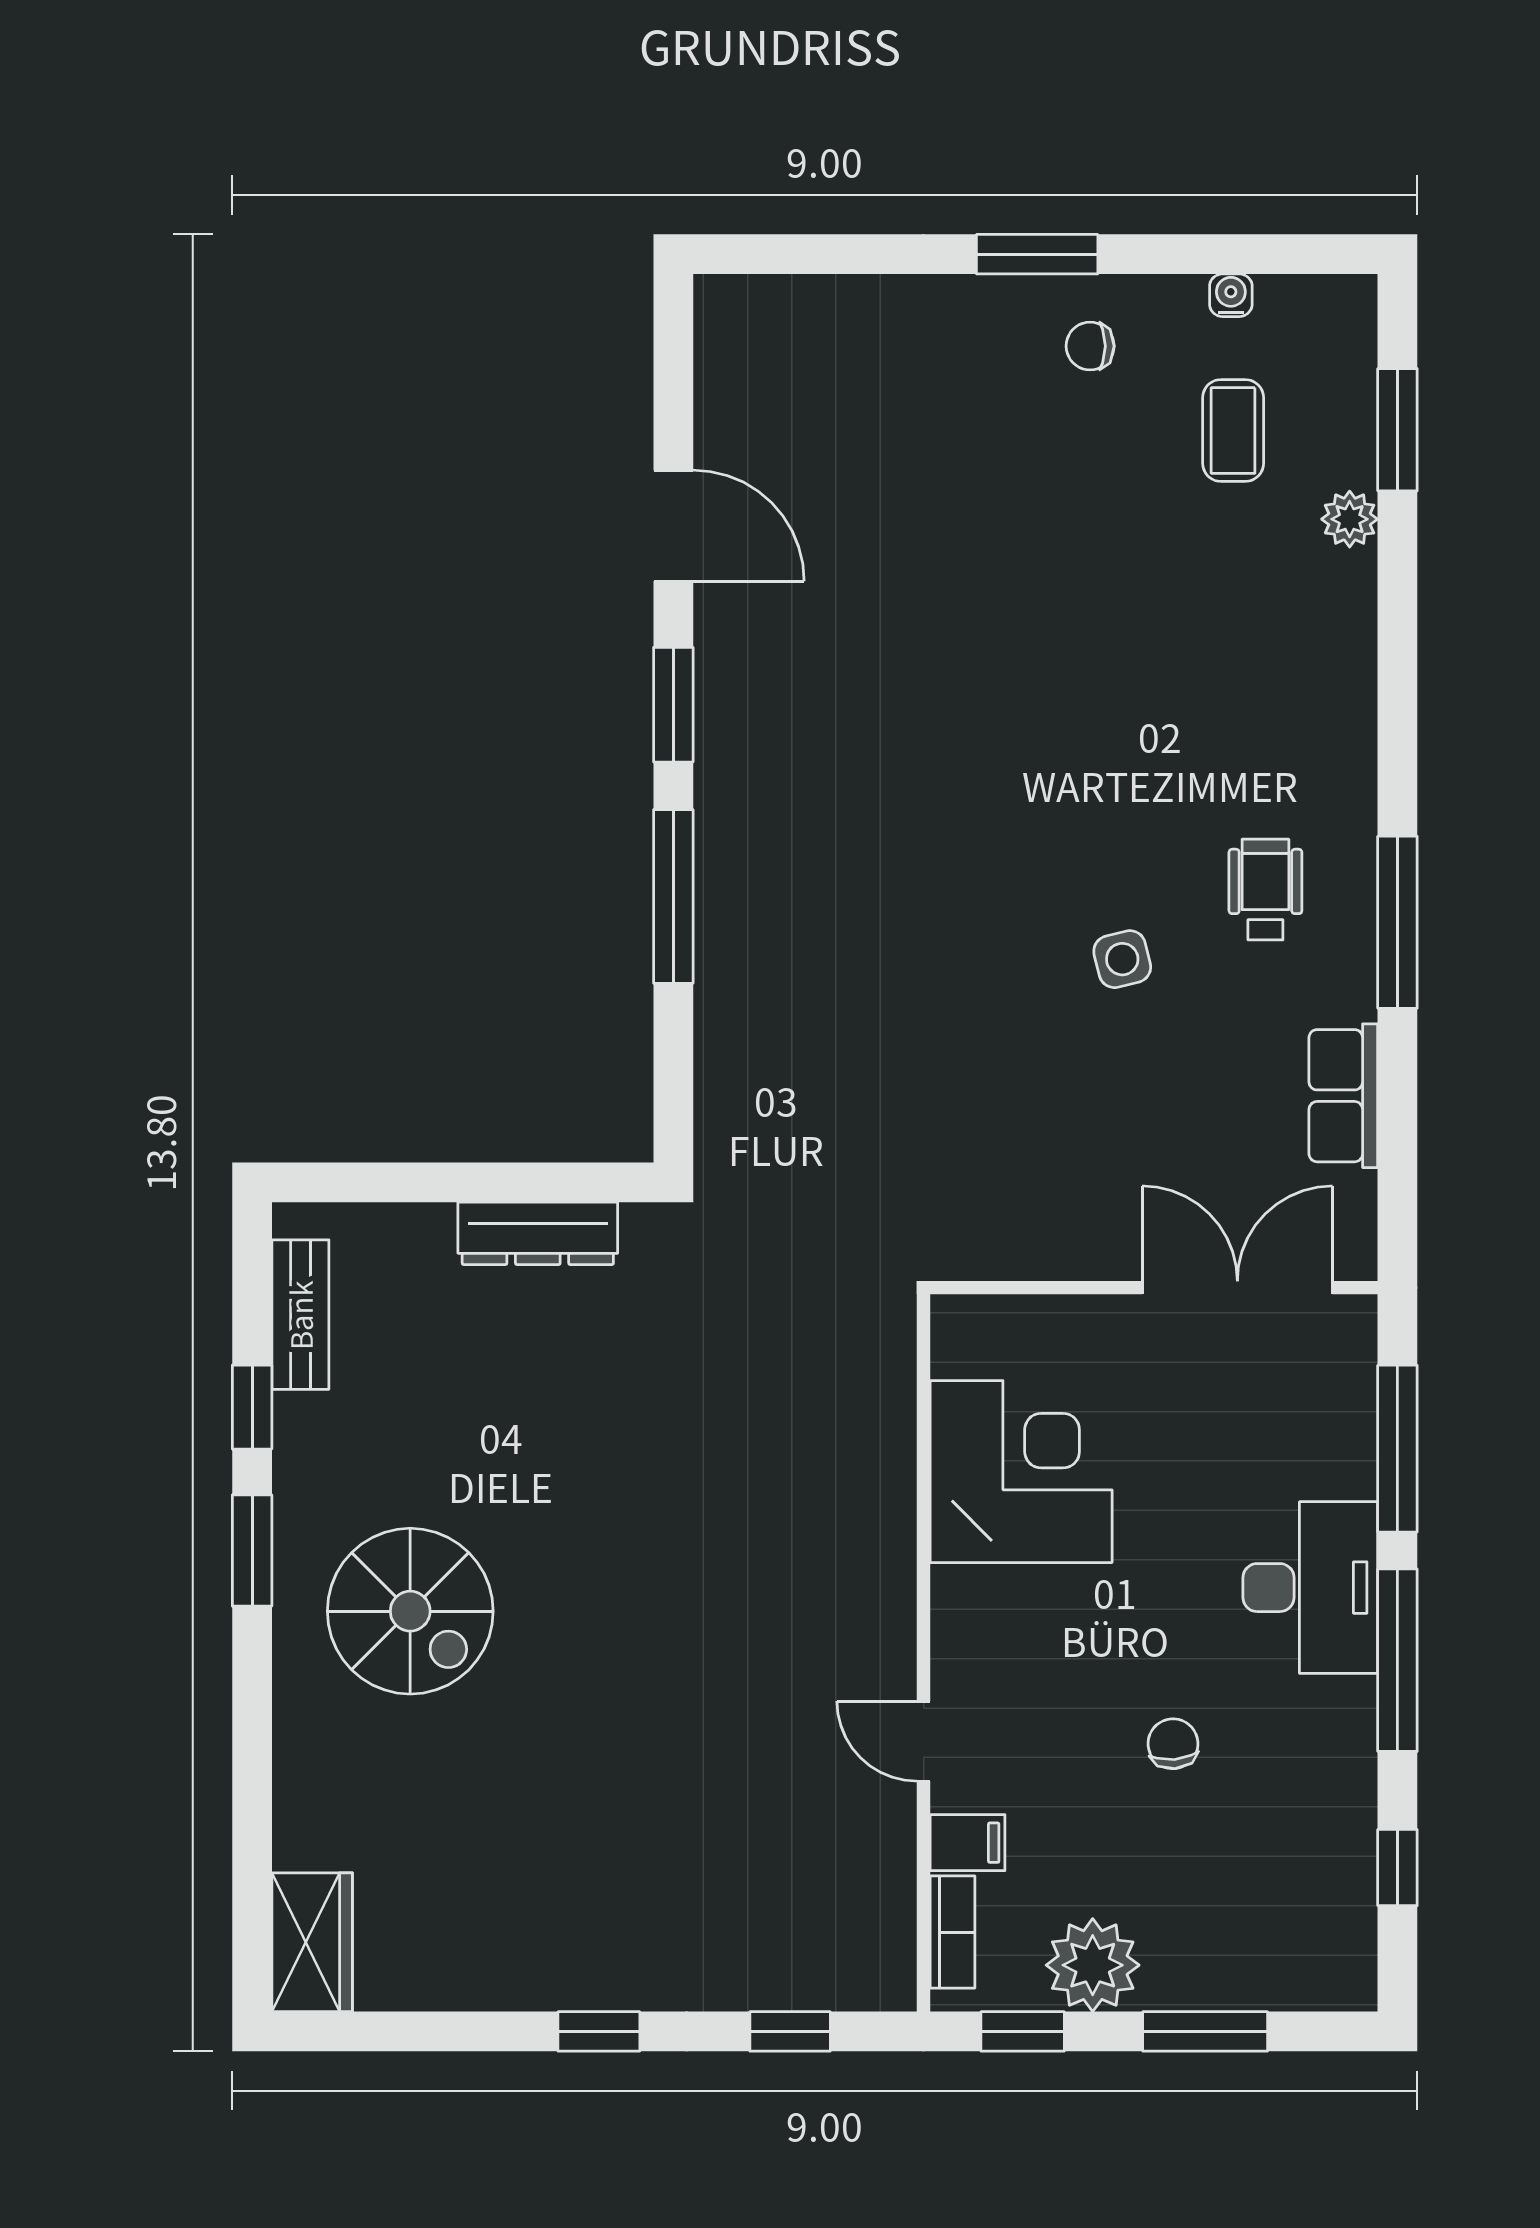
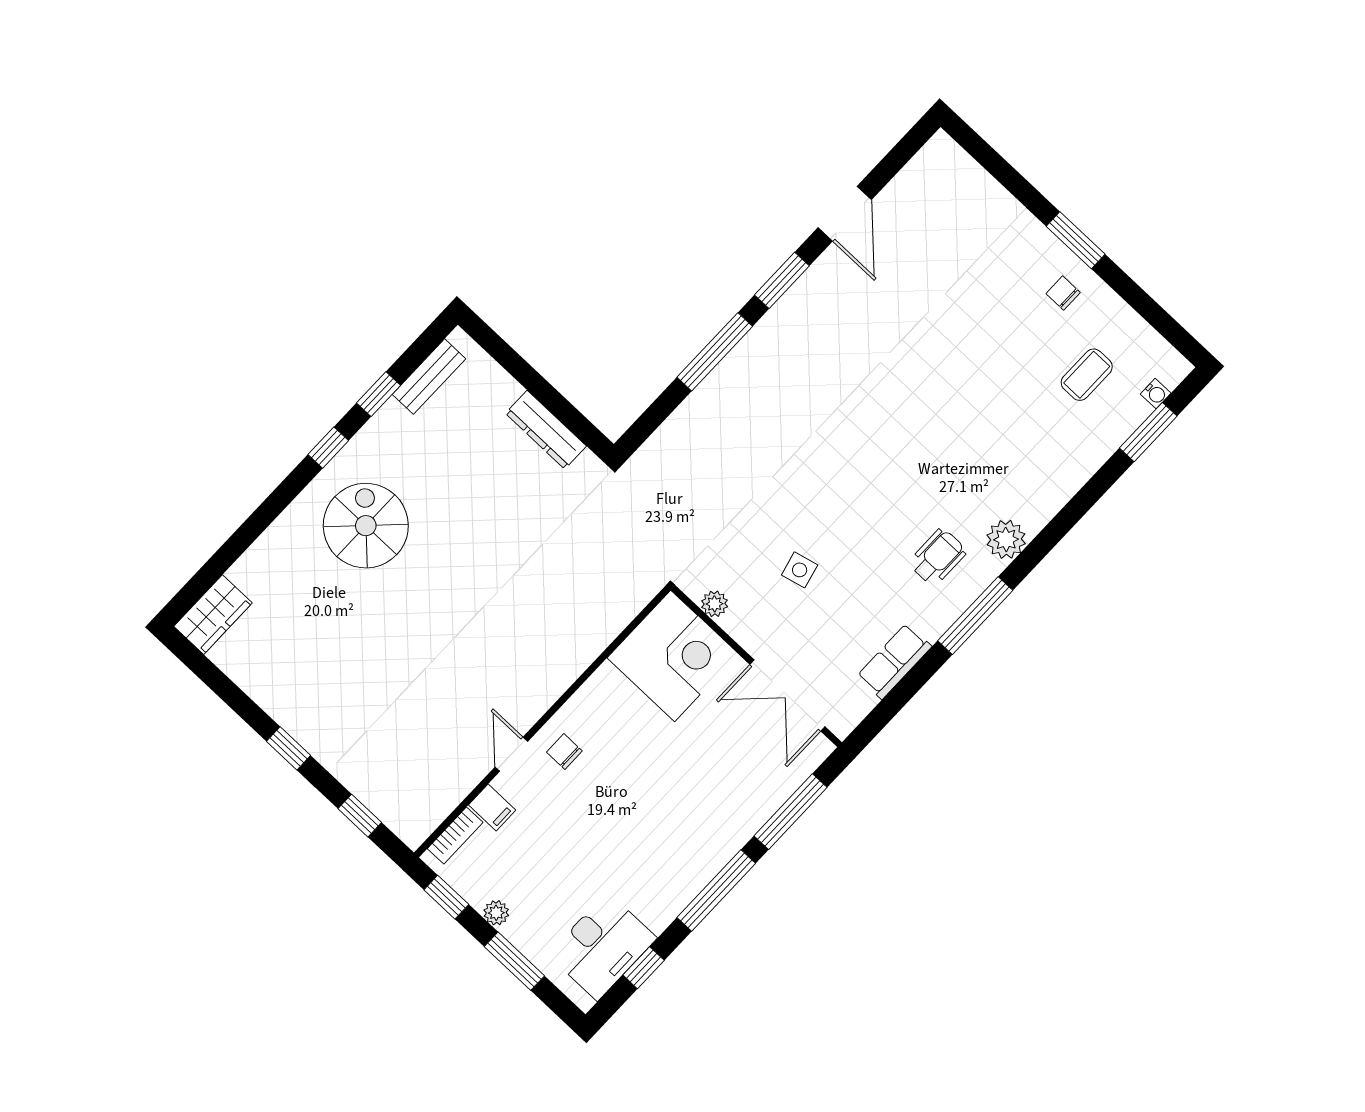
water cooler: (1231, 295) -> (1156, 394), moved, turned 90
plant: (1350, 519) -> (1006, 539), moved, width x1.38, depth x1.38
side table: (1122, 959) -> (800, 570), moved
plant: (1011, 1255) -> (715, 604), added
double door: (1237, 1288) -> (787, 695), swing flipped
corner desk: (1021, 1472) -> (673, 656), moved
window: (252, 1550) -> (328, 448), width x0.67
desk: (1310, 1588) -> (602, 946), moved
spiral stairs: (410, 1611) -> (366, 526), turned 180
chair: (1173, 1744) -> (564, 751), moved, turned -85
plant: (1093, 1965) -> (496, 913), width x0.53, depth x0.53

